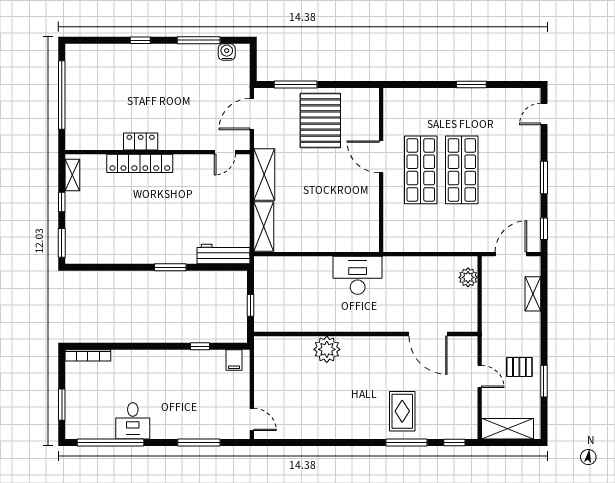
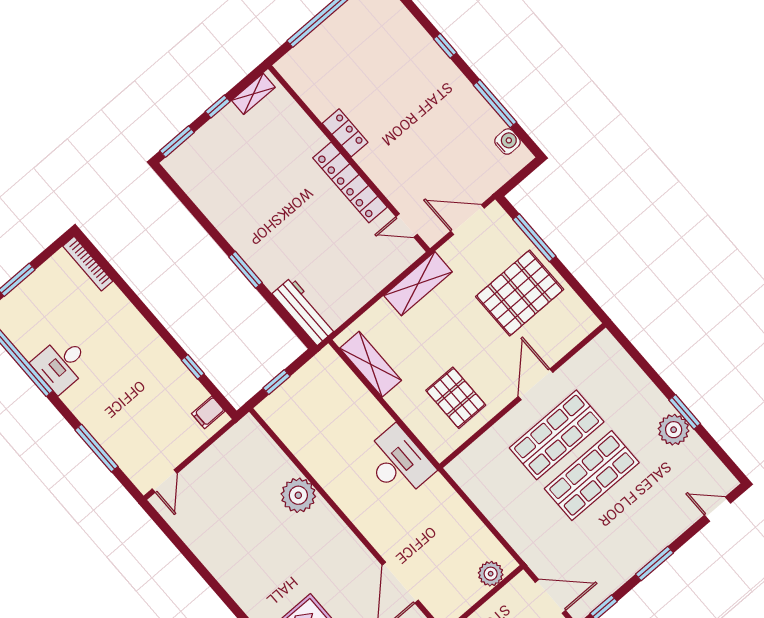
plant: (476, 100) -> (674, 430), added
locker: (140, 163) -> (350, 182), moved
pallet: (349, 210) -> (456, 398), added
shelving: (264, 227) -> (371, 364), moved, turned 90

